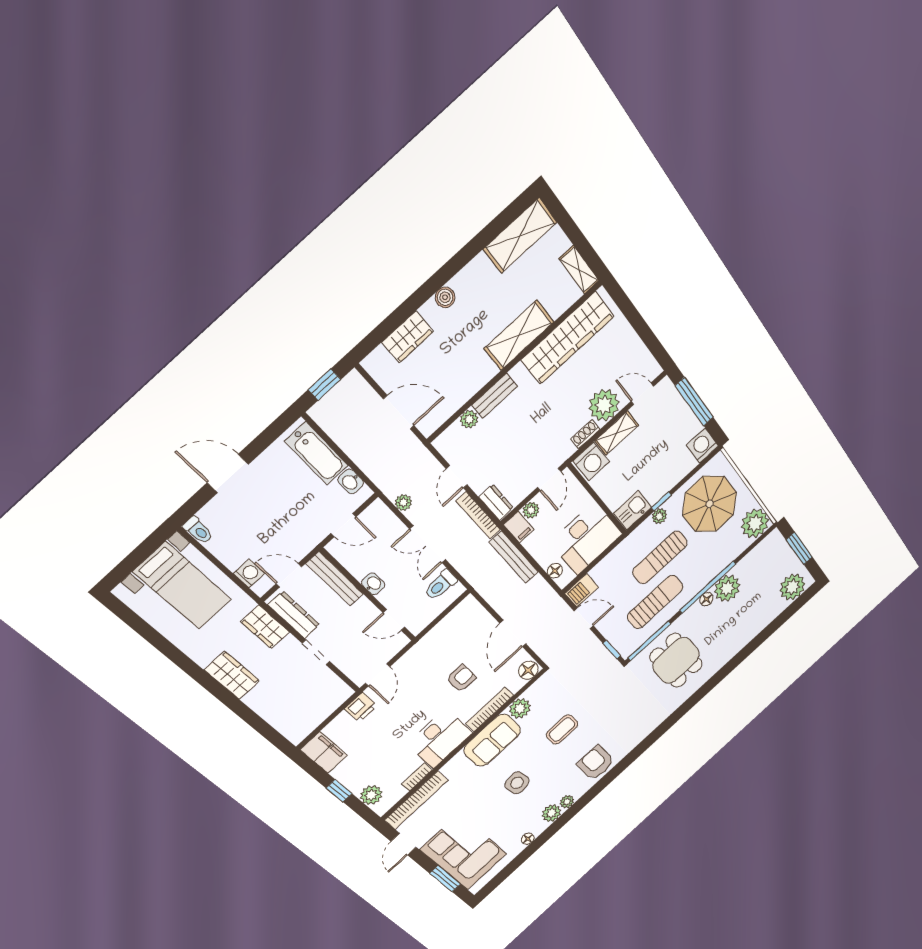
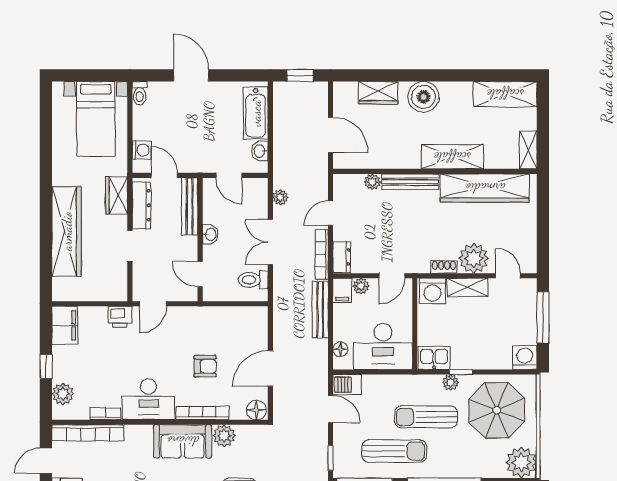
boiler: (445, 297) -> (423, 97), width x1.86, depth x1.86
bench: (495, 396) -> (410, 182), width x1.36
wardrobe: (232, 675) -> (67, 231), width x2.10, depth x1.17

